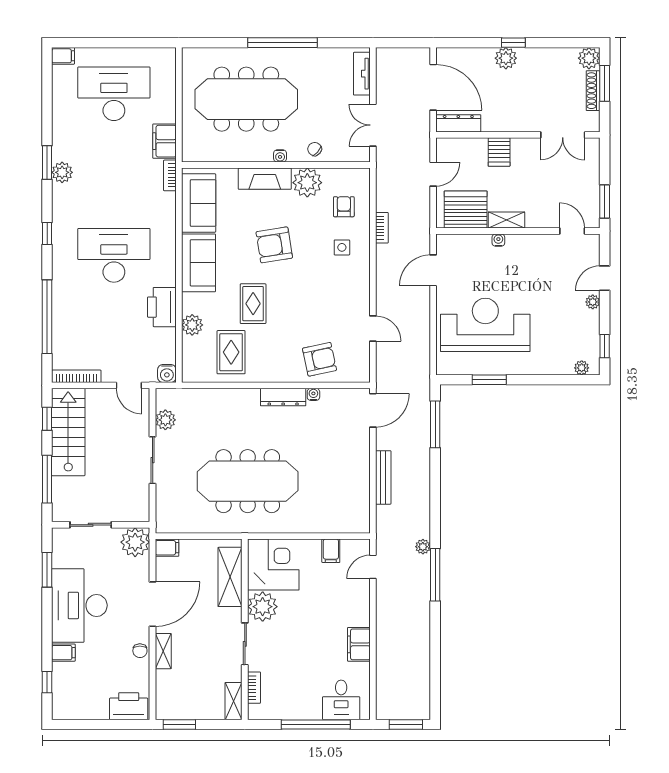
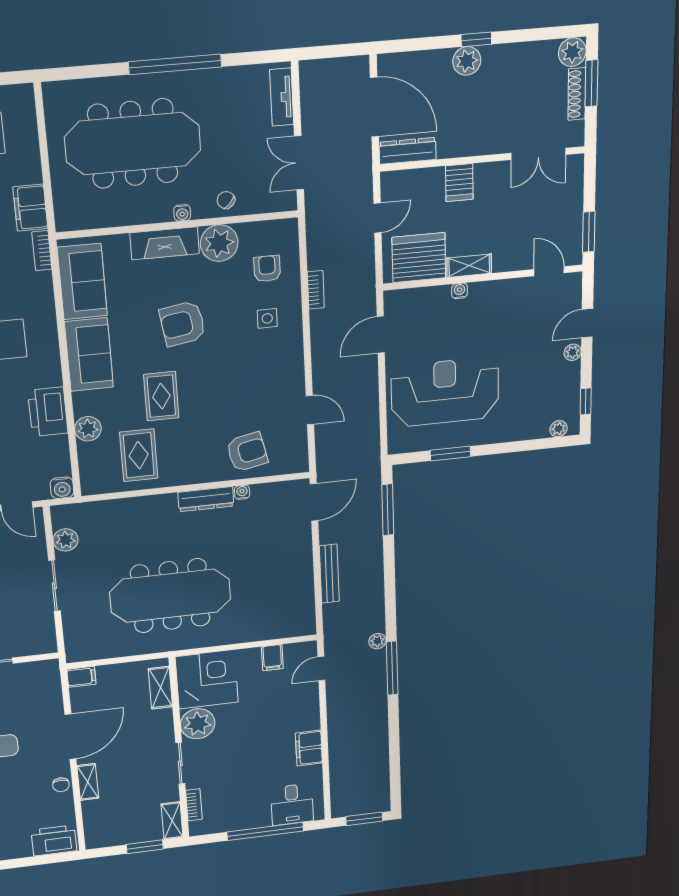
plant: (135, 542) -> (43, 675), removed
shelving: (230, 577) -> (160, 688), width x0.67, depth x0.75
window: (179, 724) -> (145, 847), moved

